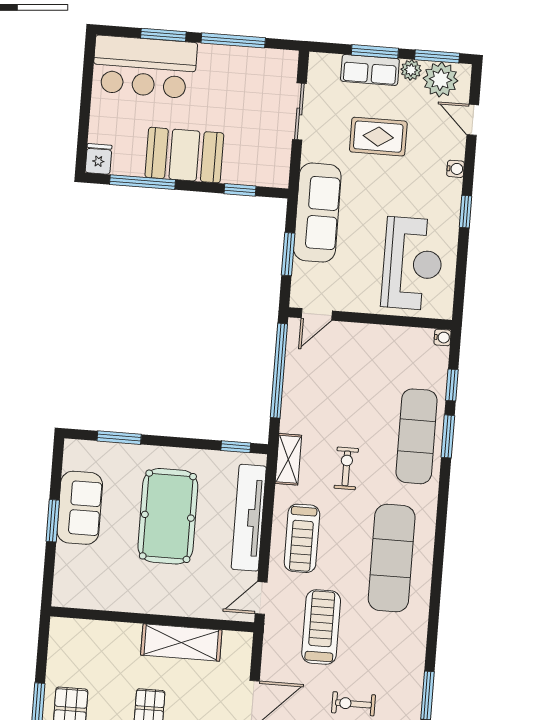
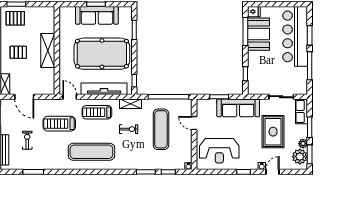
bar counter: (145, 67) -> (295, 36), width x1.36
row of seats: (370, 70) -> (302, 111), moved
door: (473, 120) -> (273, 172), moved
rug: (378, 137) -> (273, 132), width x1.36, depth x1.43
booth: (184, 155) -> (258, 34), moved
door: (317, 314) -> (194, 123), moved
exercise mat: (417, 436) -> (161, 129), moved, turned 90
sofa: (80, 508) -> (97, 15), width x1.36
pool table: (168, 516) -> (102, 54), width x1.36, depth x1.32
treadmill: (321, 627) -> (59, 124), turned 180
shelving: (181, 643) -> (48, 50), moved

